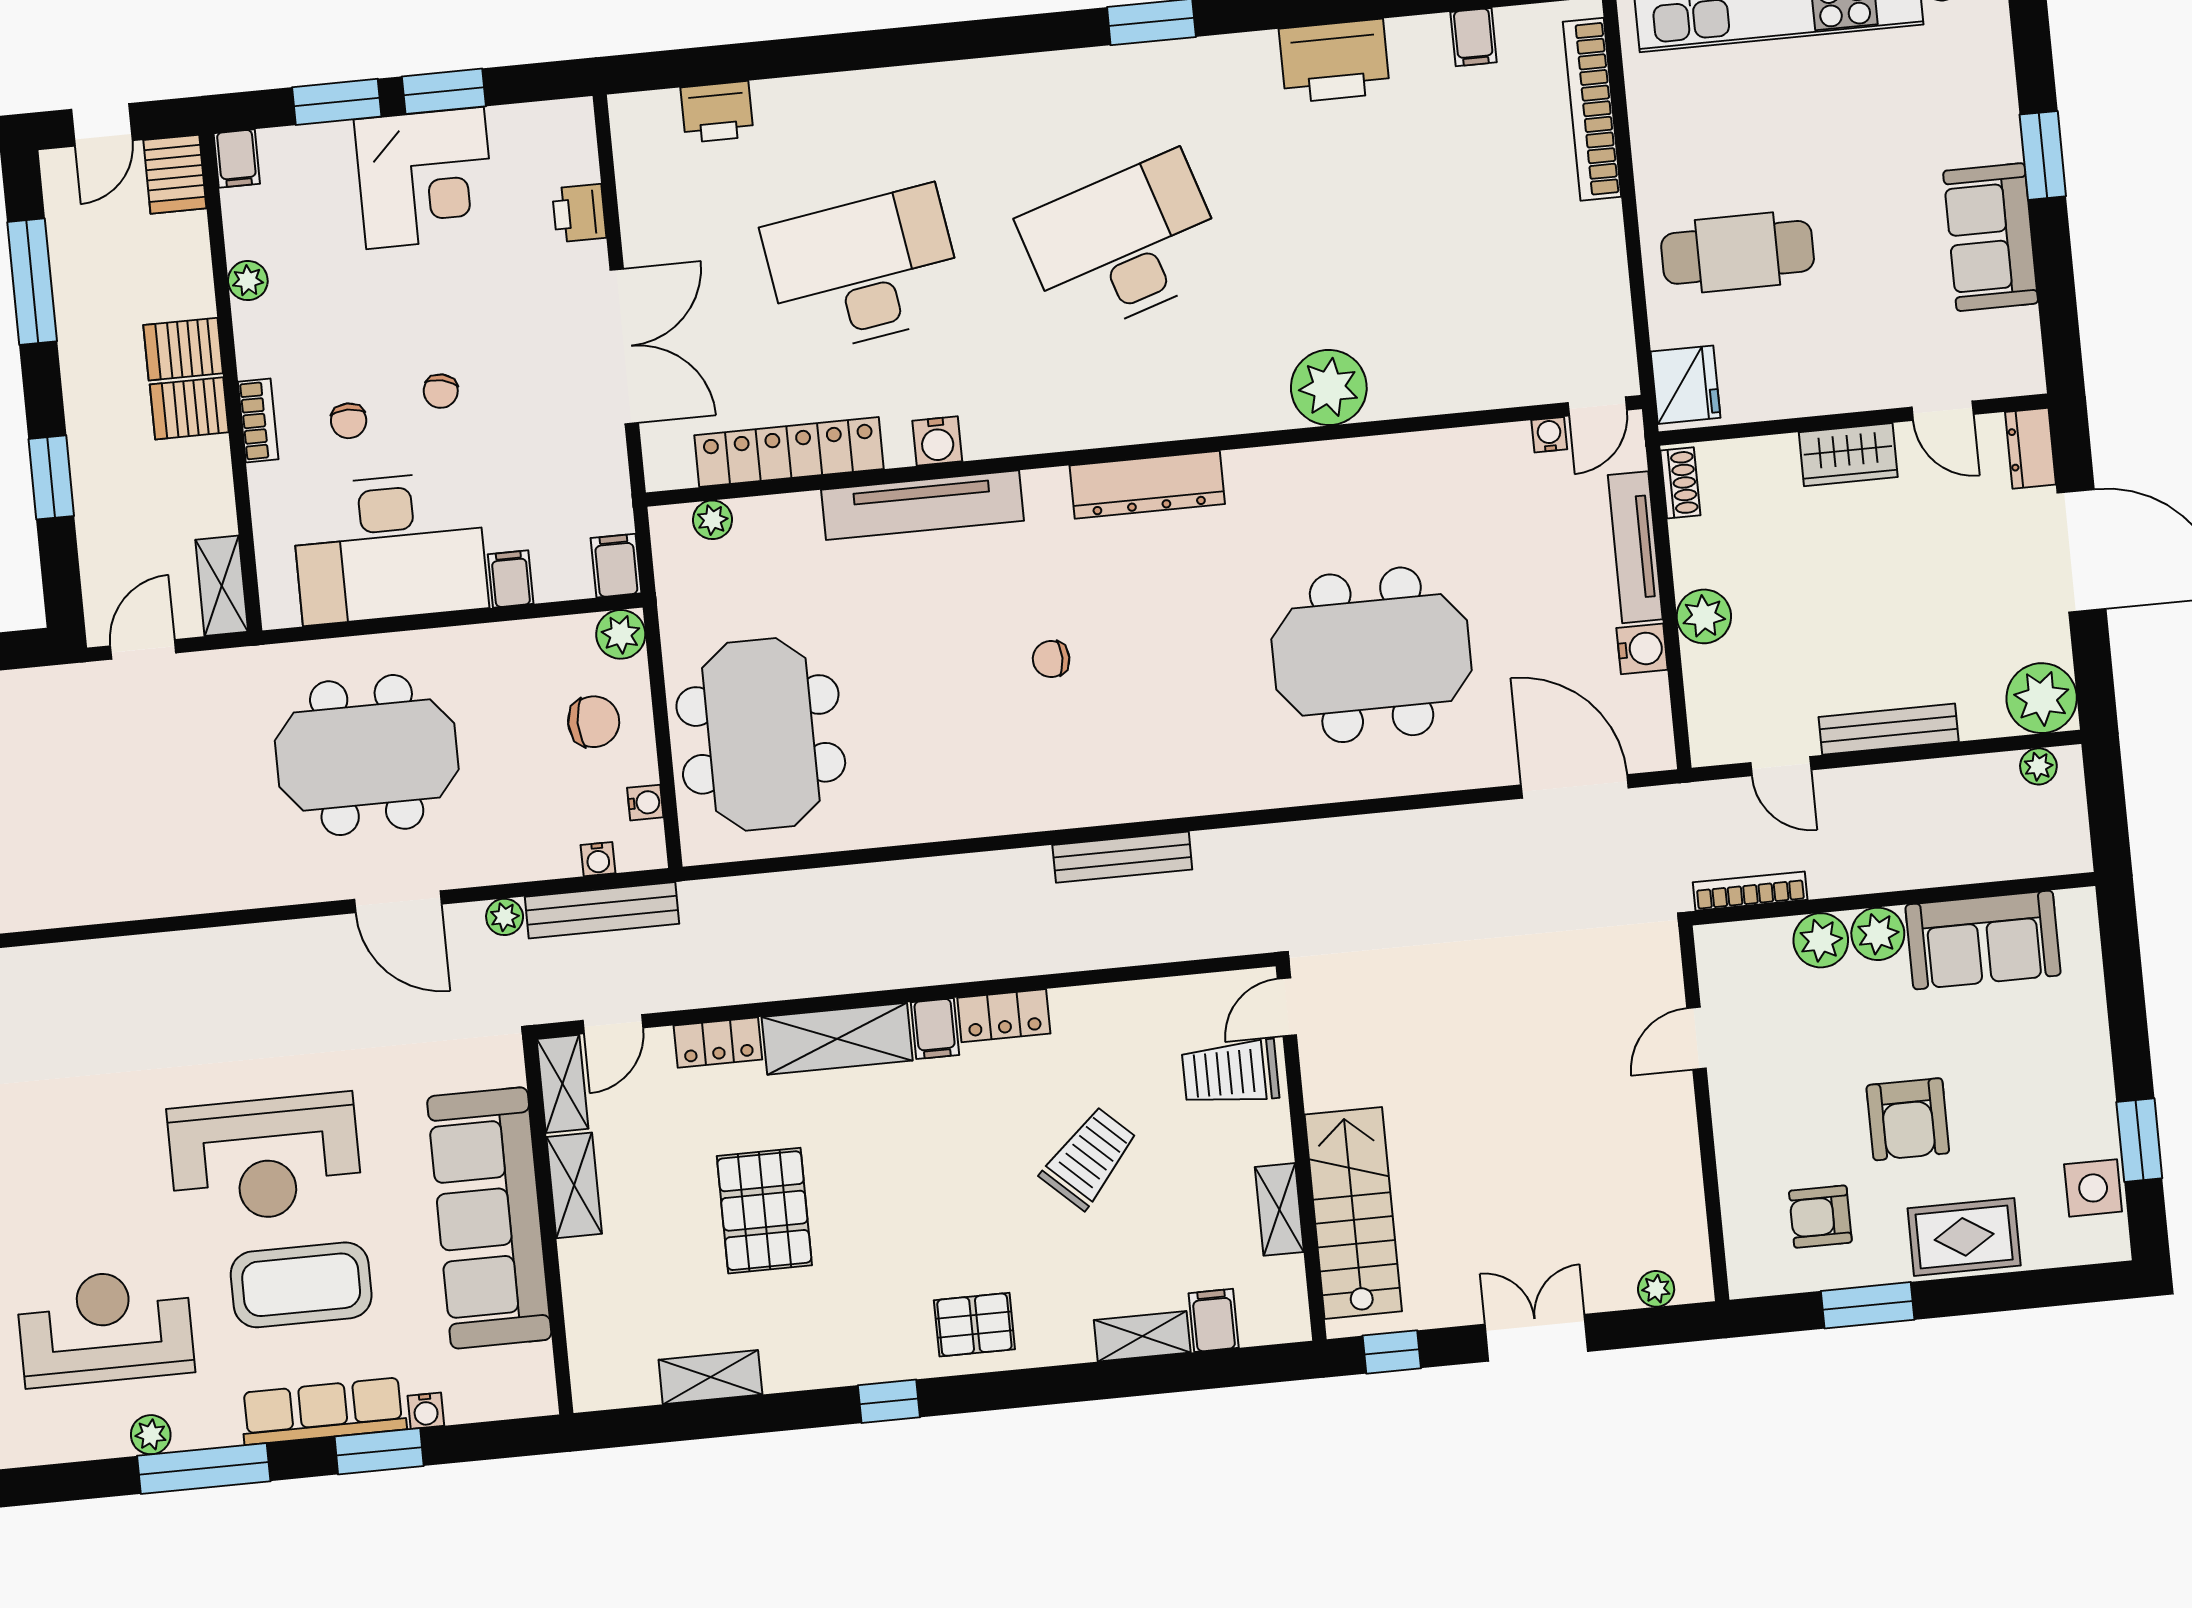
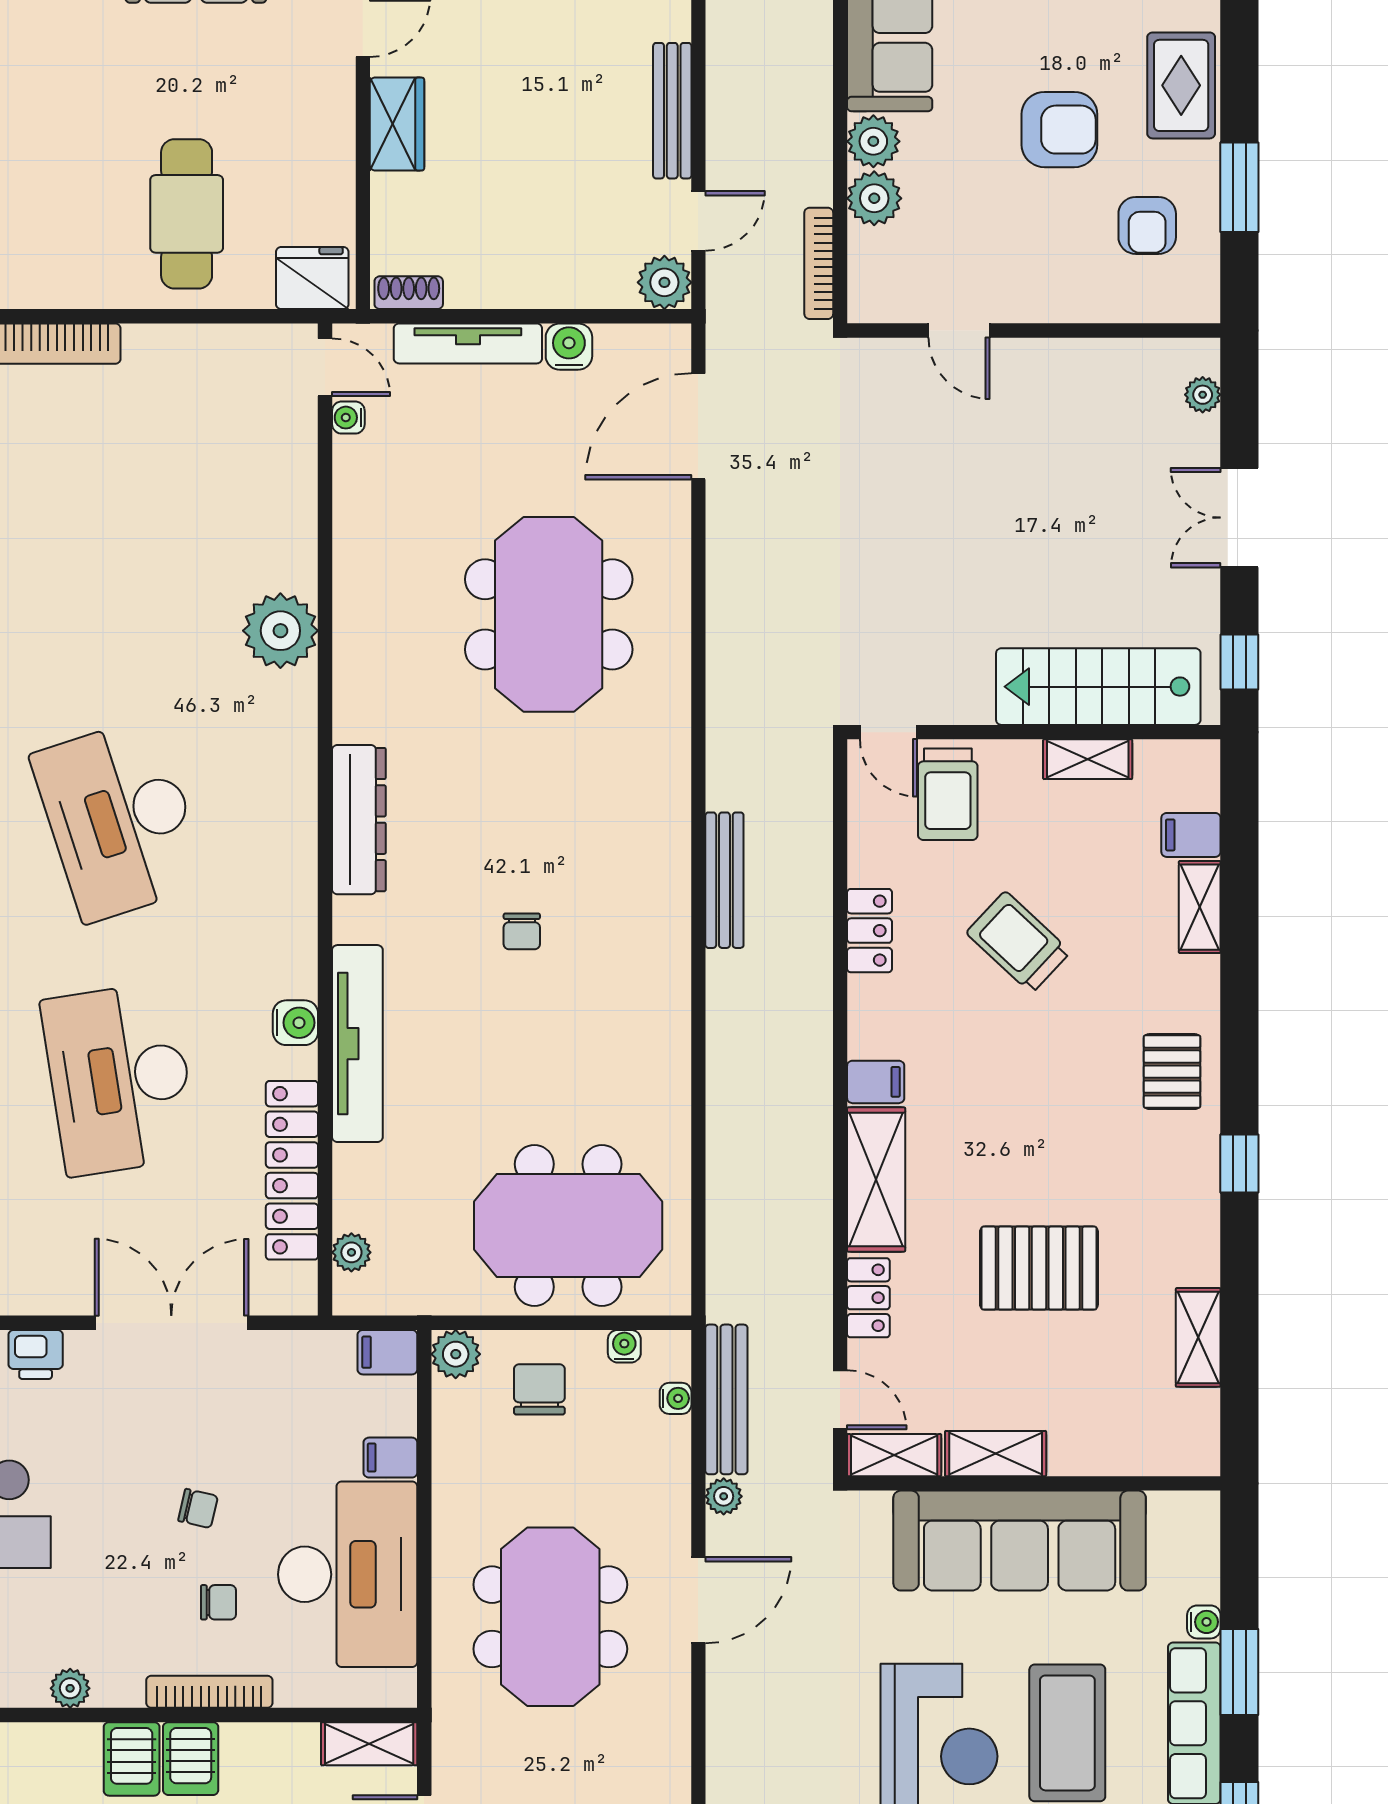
bookcase: (258, 421) -> (209, 1692), width x1.56
plant: (1704, 616) -> (664, 282), moved
locker: (1004, 1016) -> (870, 931), moved

